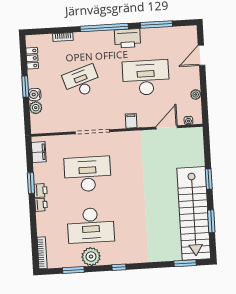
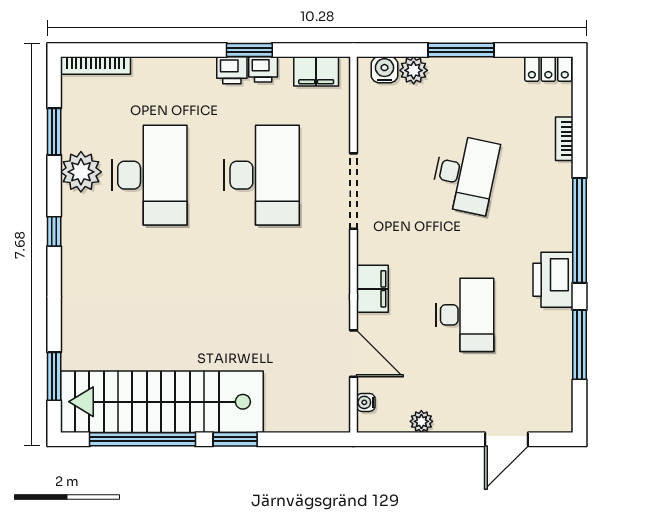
door: (201, 55) -> (507, 439), swing flipped
locker: (32, 58) -> (548, 69), moved
desk: (146, 78) -> (465, 315), width x0.73, depth x0.77
desk: (82, 81) -> (465, 174), turned 30
window: (25, 87) -> (461, 50), width x1.44
water cooler: (35, 94) -> (385, 70), moved
filing cabinet: (131, 121) -> (372, 289), width x2.00
printer: (41, 205) -> (263, 69), moved
window: (211, 221) -> (142, 439), width x2.11
desk: (91, 225) -> (149, 175), turned 180

